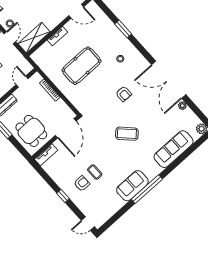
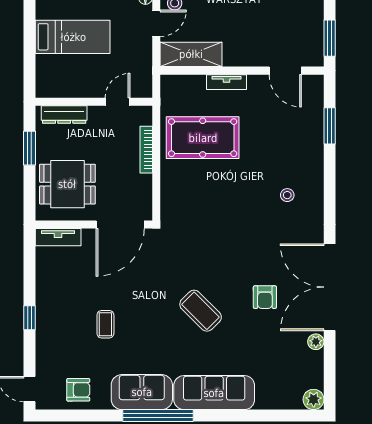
window: (123, 29) -> (330, 126), moved
pool table: (82, 66) -> (203, 138), moved
armchair: (124, 94) -> (265, 297), moved
dining table: (31, 131) -> (67, 184), turned 90
sofa: (174, 149) -> (214, 393), moved
armchair: (82, 184) -> (78, 390), moved

